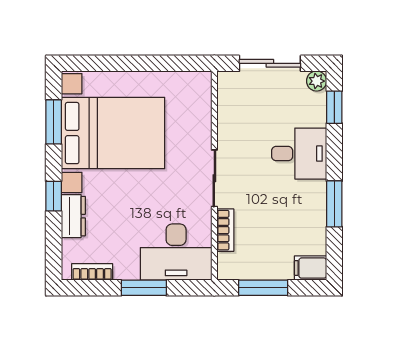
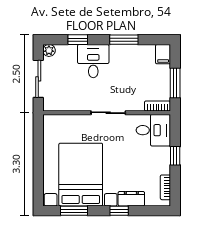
window: (334, 107) -> (78, 40), moved
bookcase: (225, 230) -> (158, 106), moved
desk: (176, 252) -> (153, 130), width x0.73
window: (144, 288) -> (175, 156), width x0.67

